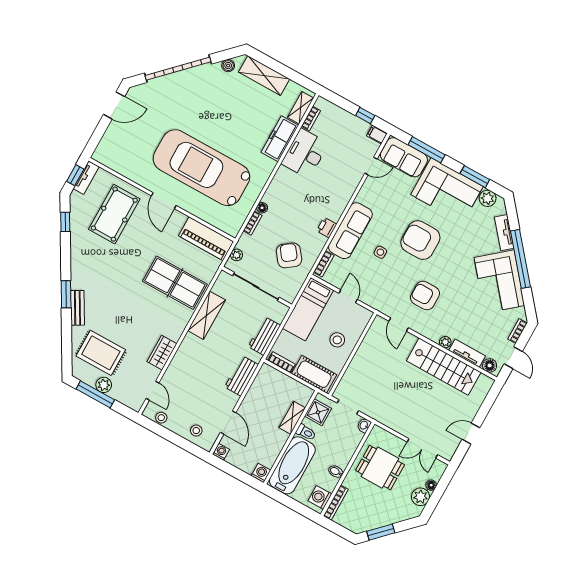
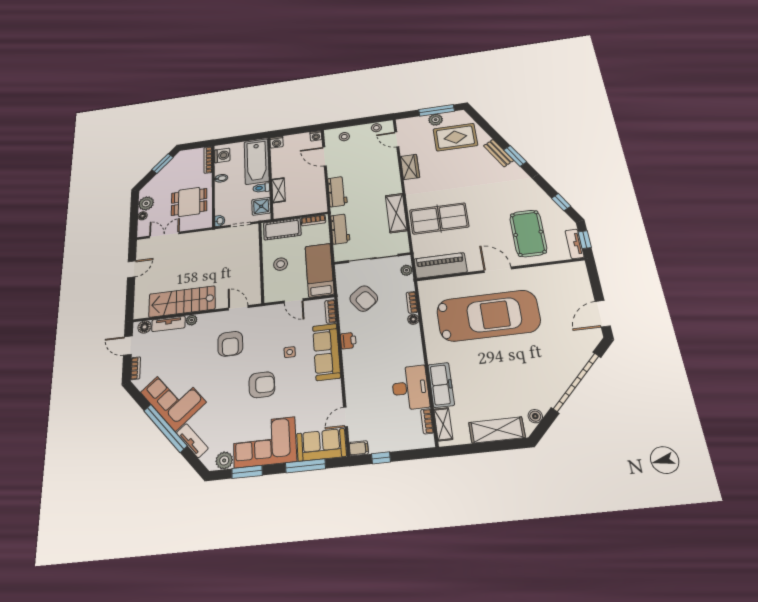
armchair: (420, 240) -> (262, 385), width x0.73, depth x0.73
armchair: (425, 295) -> (230, 344), turned 90

